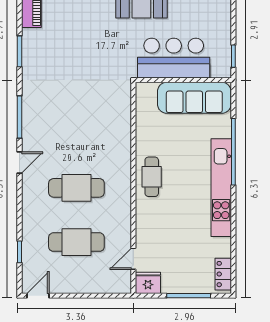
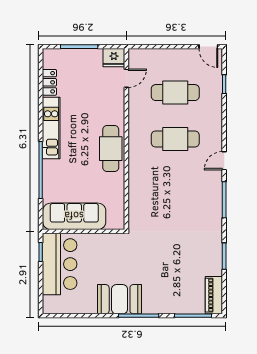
bar counter: (174, 58) -> (60, 264), moved, turned -90
cafe table: (152, 177) -> (111, 149), width x1.37, depth x1.35
kitchen unit: (221, 188) -> (51, 128), width x0.73
locker: (223, 274) -> (49, 82), moved
door: (38, 296) -> (208, 47), hinge flipped

